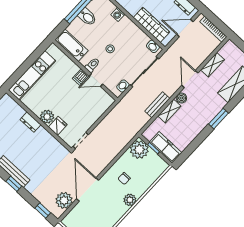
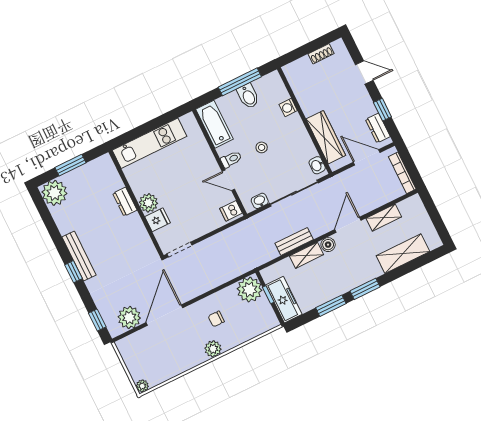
dishwasher: (81, 77) -> (231, 211), moved
window: (199, 139) -> (331, 306), added

